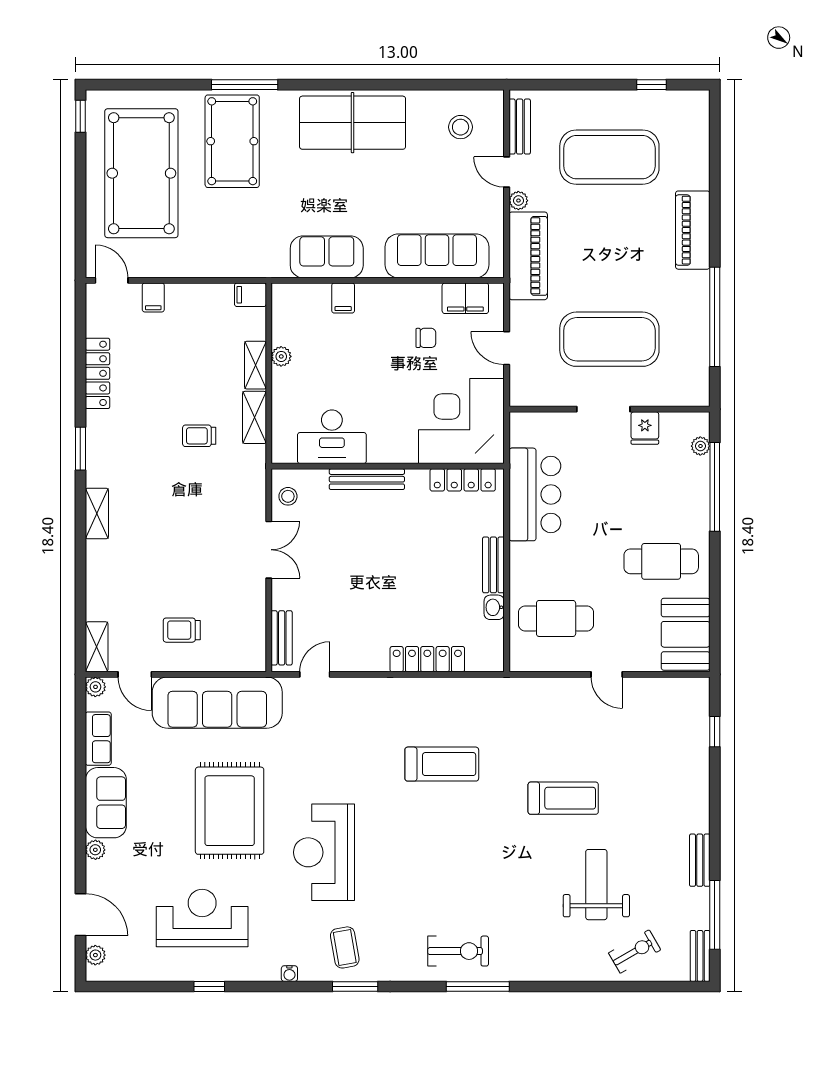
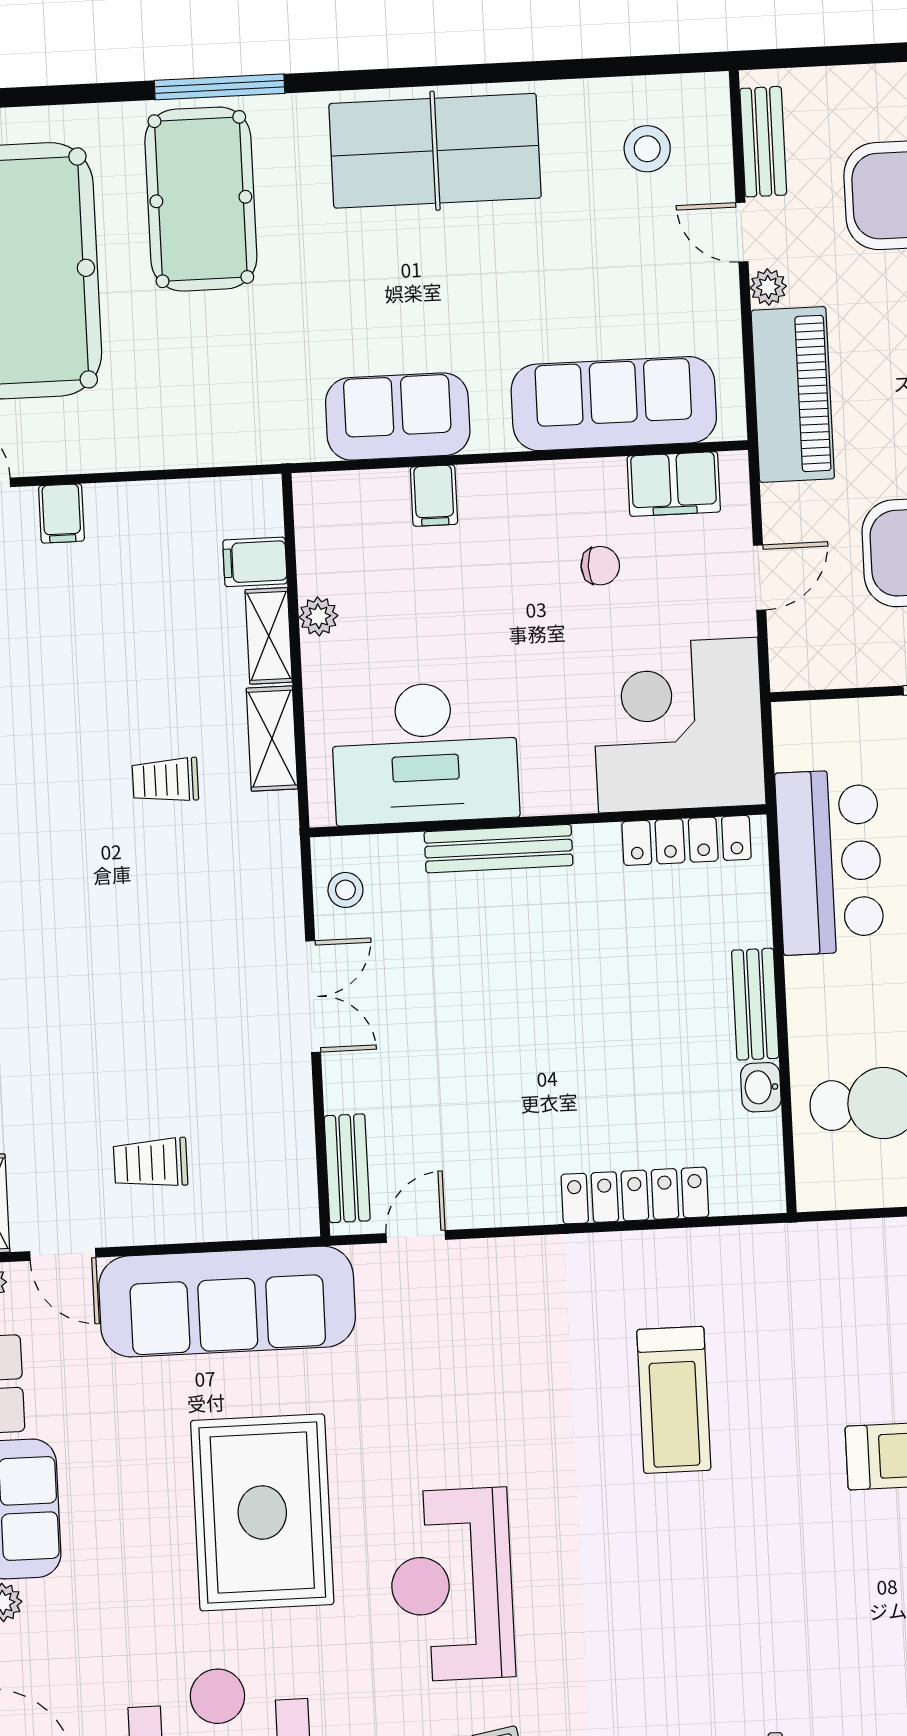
filing cabinet: (250, 295) -> (255, 562), moved
door: (507, 348) -> (760, 578), swing flipped
desk: (332, 437) -> (425, 753), width x1.36, depth x1.30
treadmill: (442, 764) -> (674, 1400), turned 90

